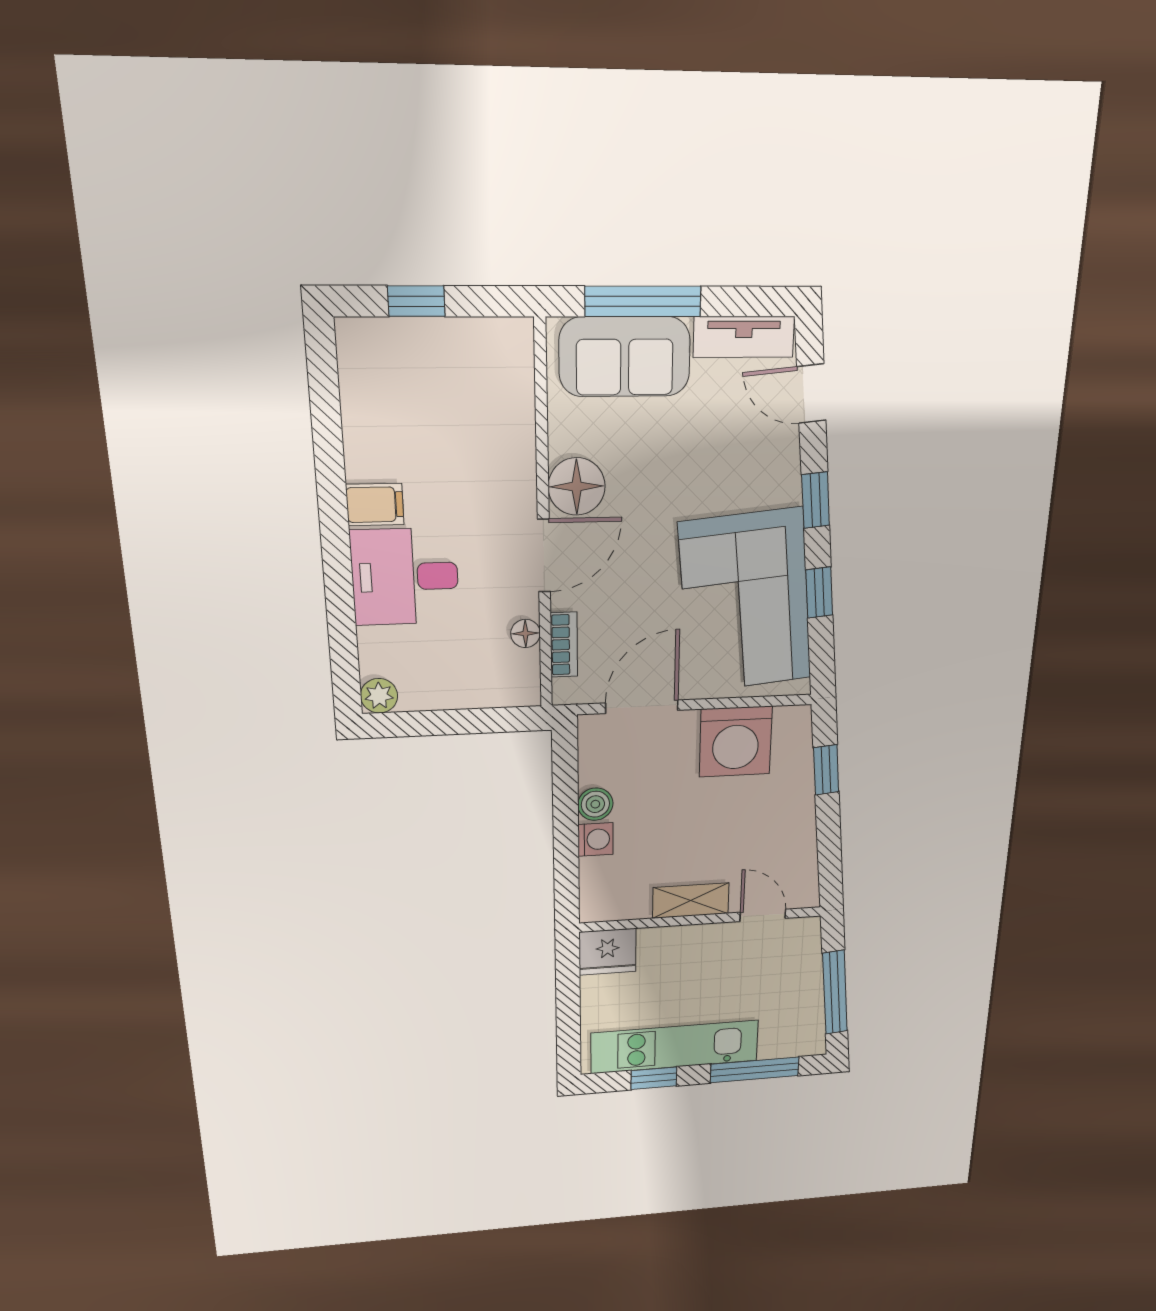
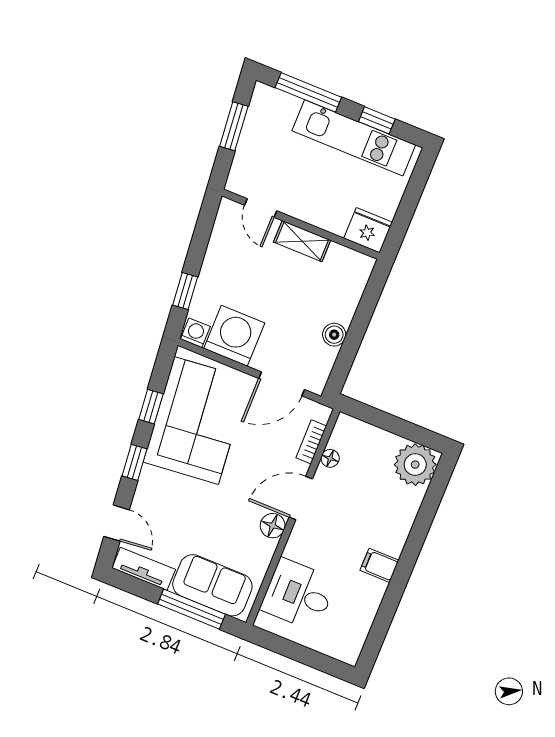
window: (416, 301) -> (310, 657), removed
floor lamp: (577, 486) -> (273, 526), width x0.73, depth x0.73
desk: (405, 577) -> (298, 595), moved, turned 180
plant: (379, 696) -> (415, 465), width x1.88, depth x1.88
washing machine: (596, 839) -> (195, 333), moved, turned 90
window: (835, 992) -> (234, 126), width x0.69

